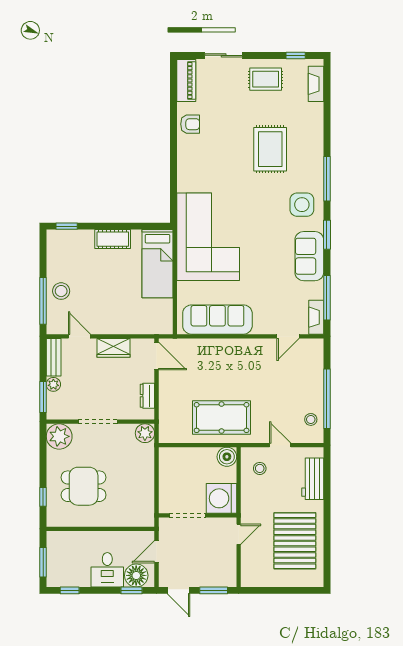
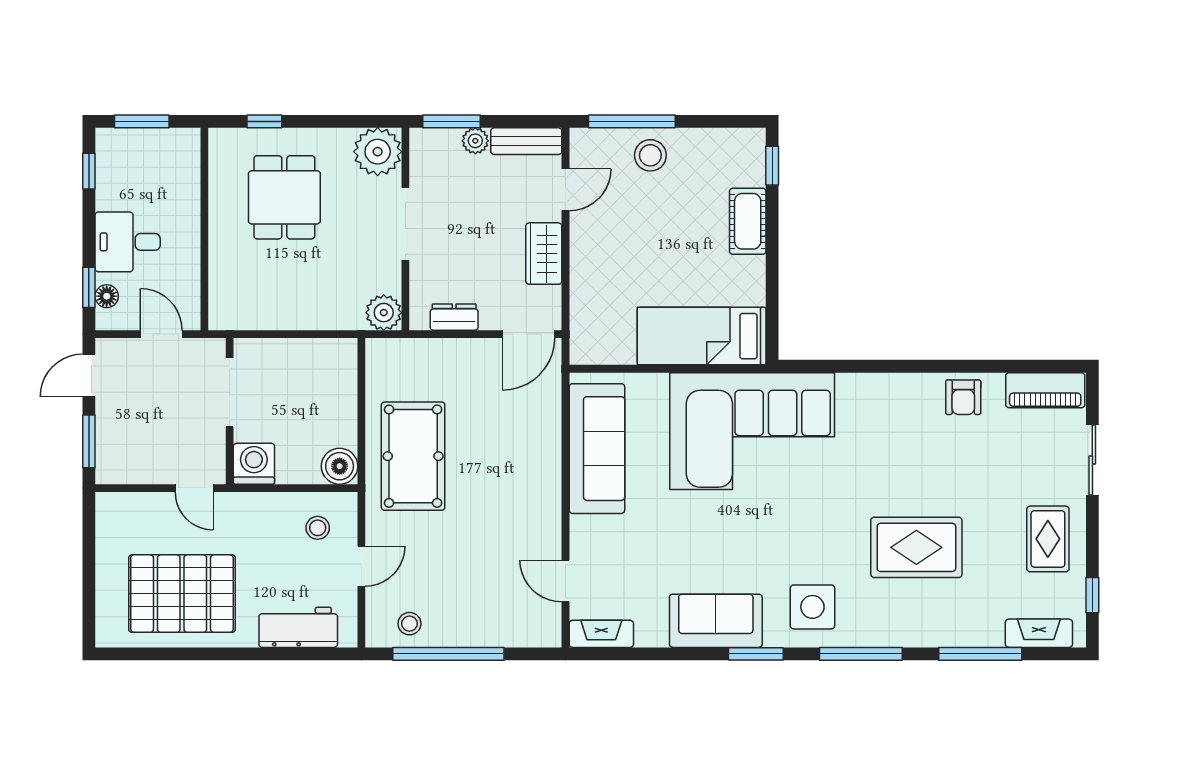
cot: (113, 239) -> (748, 221), moved
window: (327, 298) -> (980, 654), moved
washing machine: (221, 498) -> (254, 464), width x0.73, depth x0.73
floor lamp: (136, 575) -> (107, 296), width x0.53, depth x0.53

